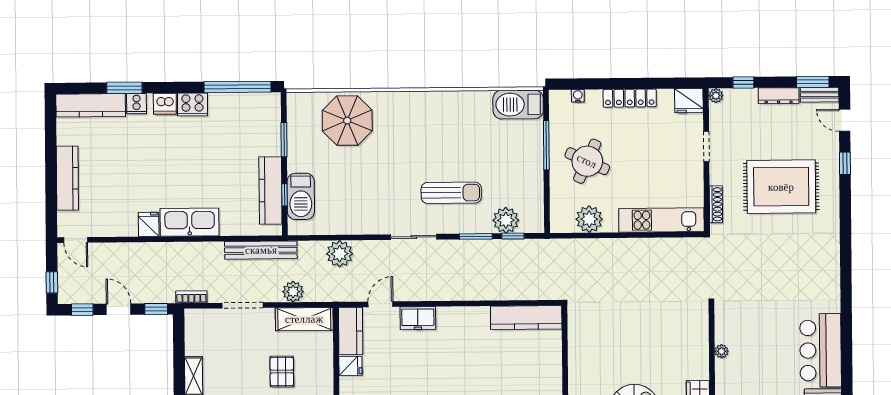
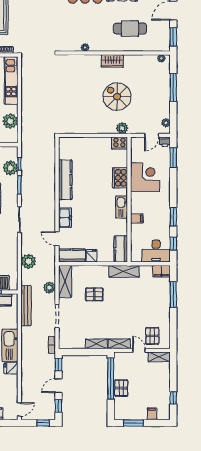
kitchen counter: (526, 318) -> (65, 180), moved

